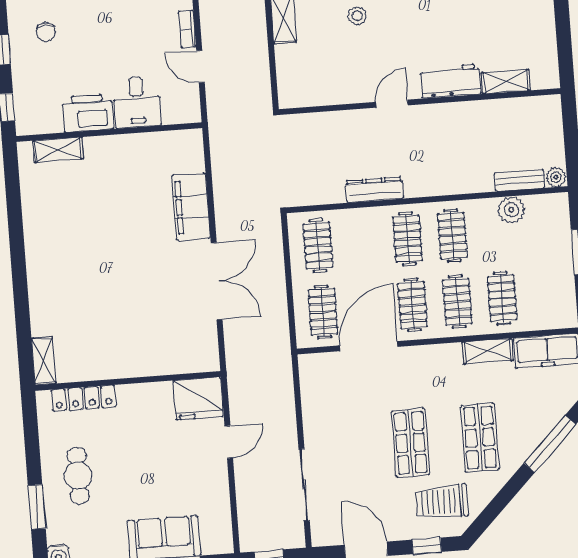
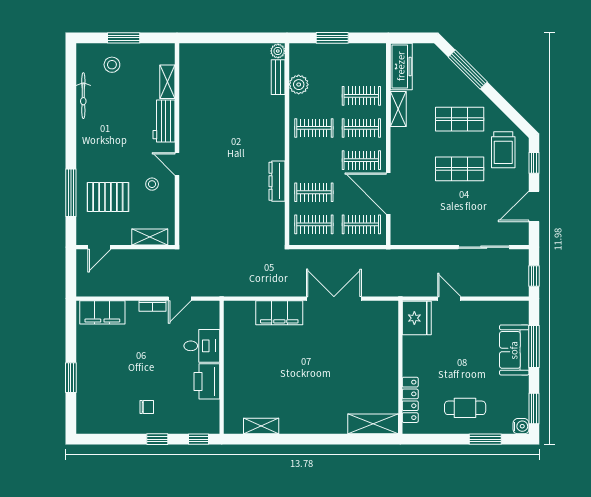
workbench: (450, 81) -> (164, 121), moved
shelving: (506, 82) -> (167, 82), moved
wall: (420, 102) -> (177, 144), moved
door: (392, 104) -> (177, 164), moved
shelving: (58, 150) -> (261, 426), moved, turned 90
clothes rail: (408, 239) -> (314, 192), moved
shelving: (44, 361) -> (373, 424), width x1.50, depth x1.33

